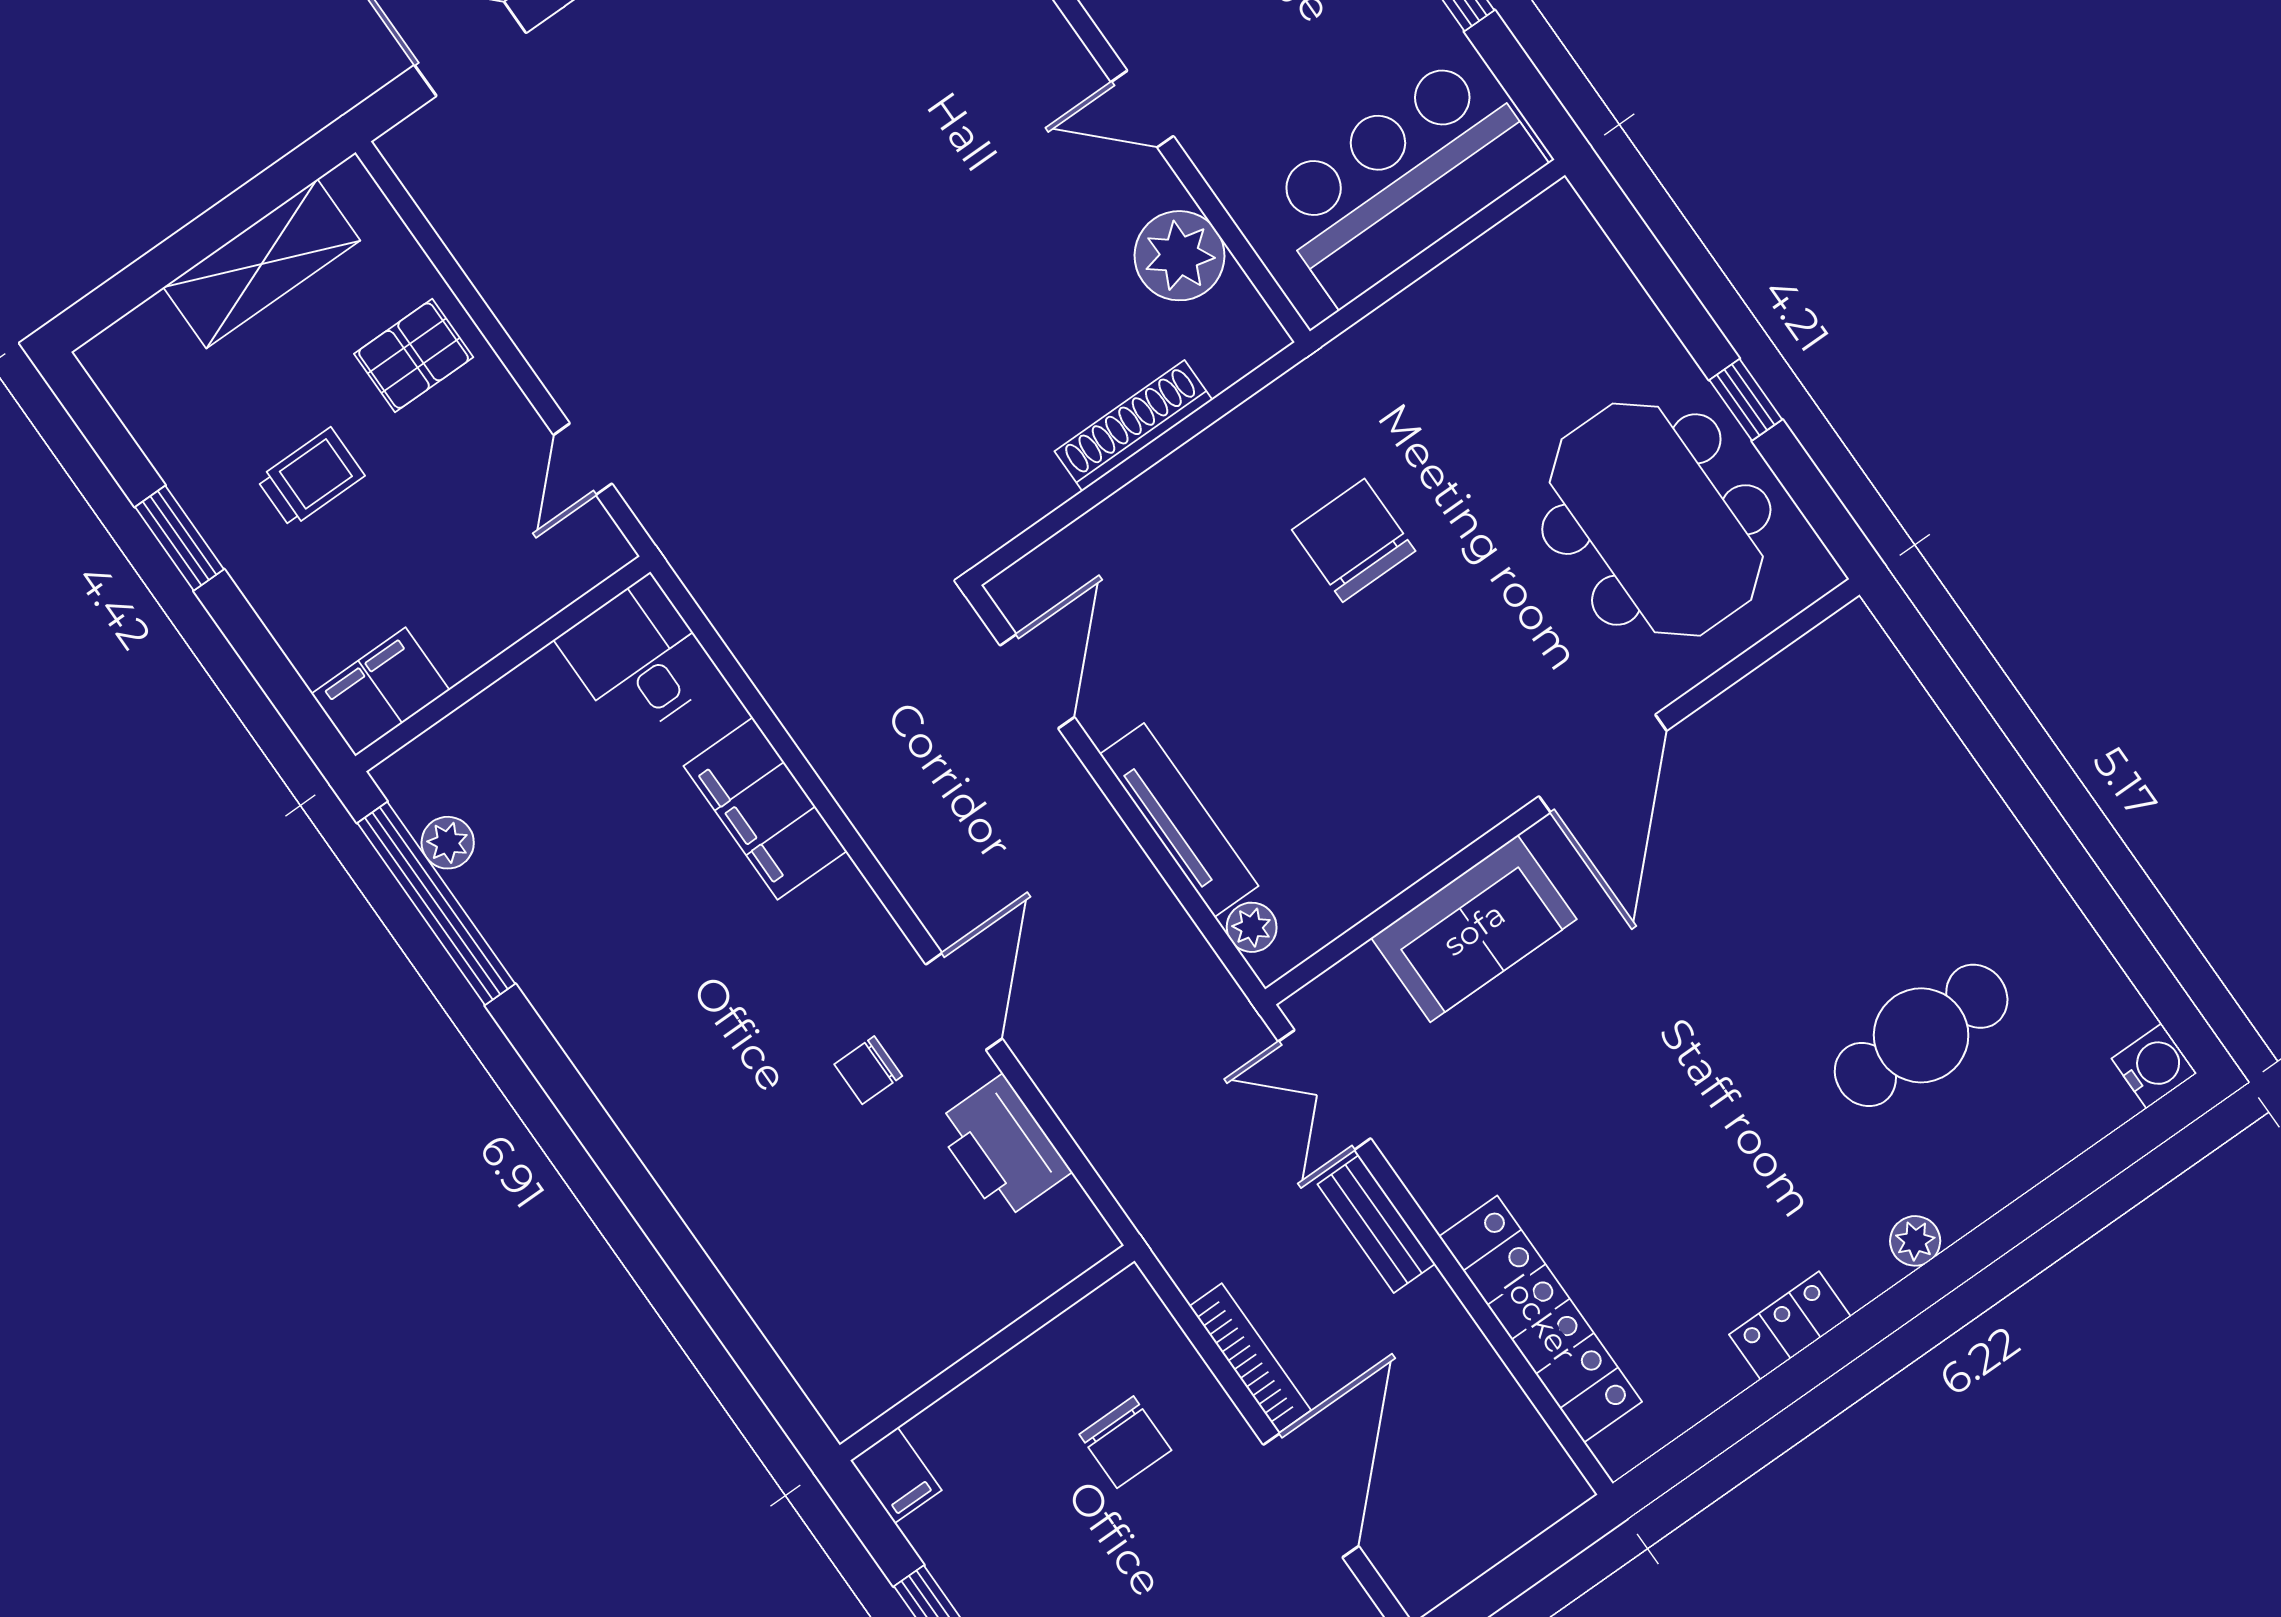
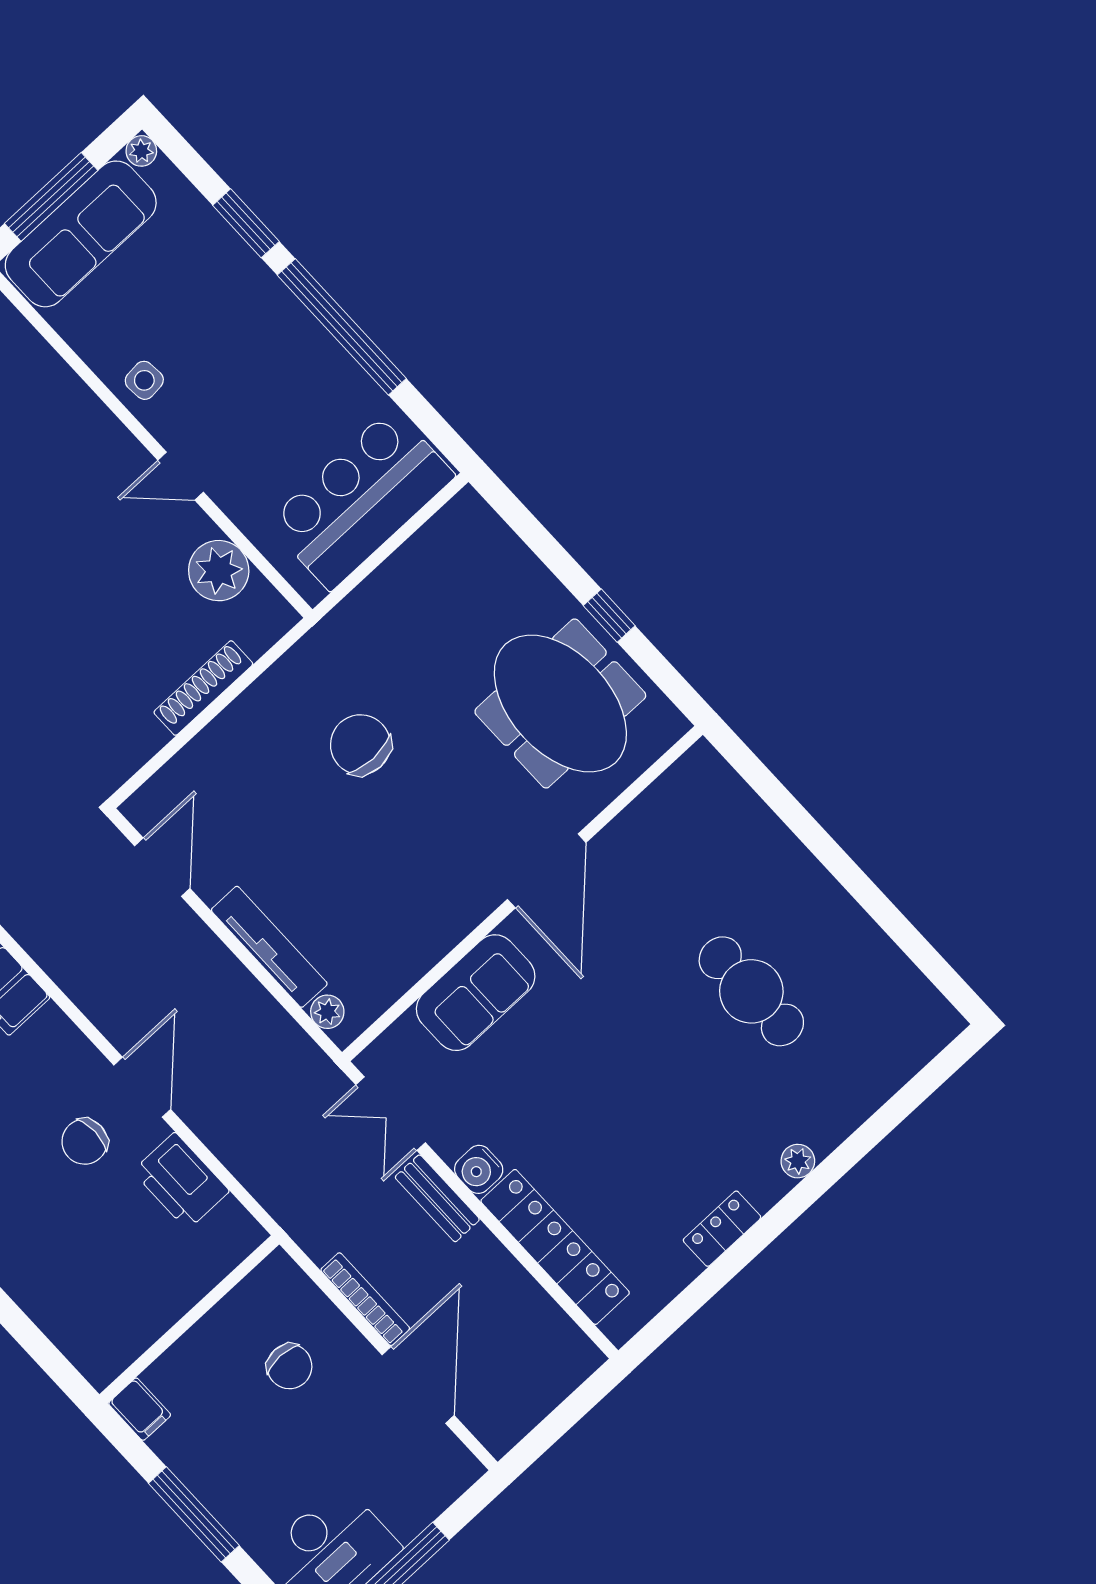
cafe table: (1921, 1035) -> (751, 991), moved, turned 90
water cooler: (2154, 1066) -> (479, 1169), moved, turned 180
chair: (868, 1070) -> (85, 1142), width x1.37, depth x1.37

